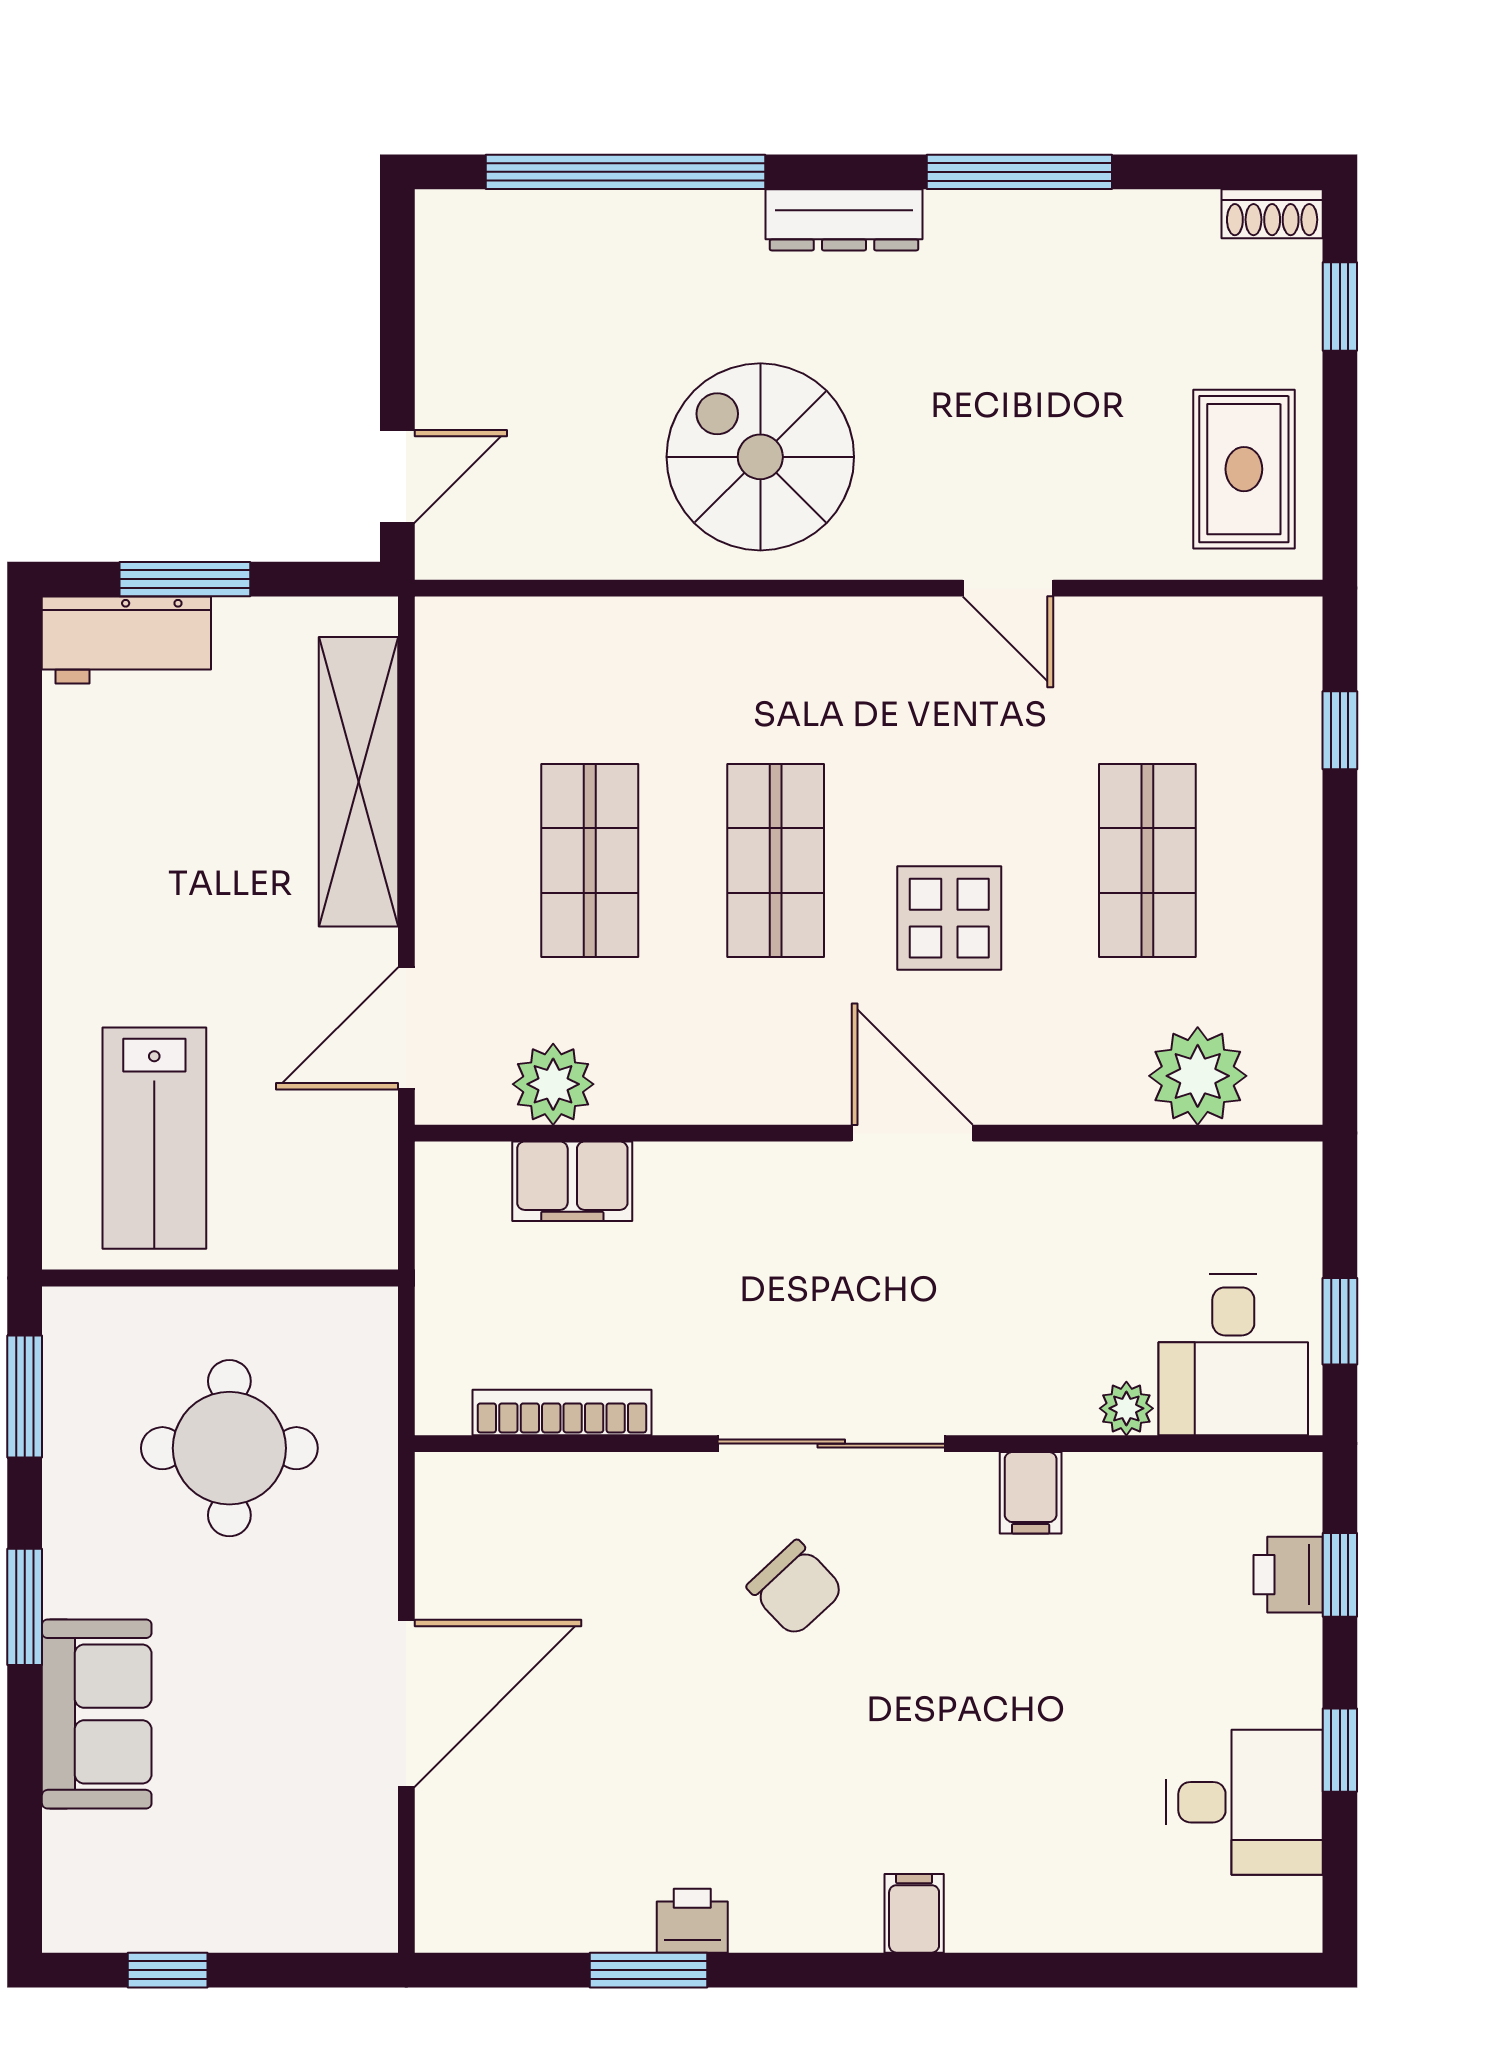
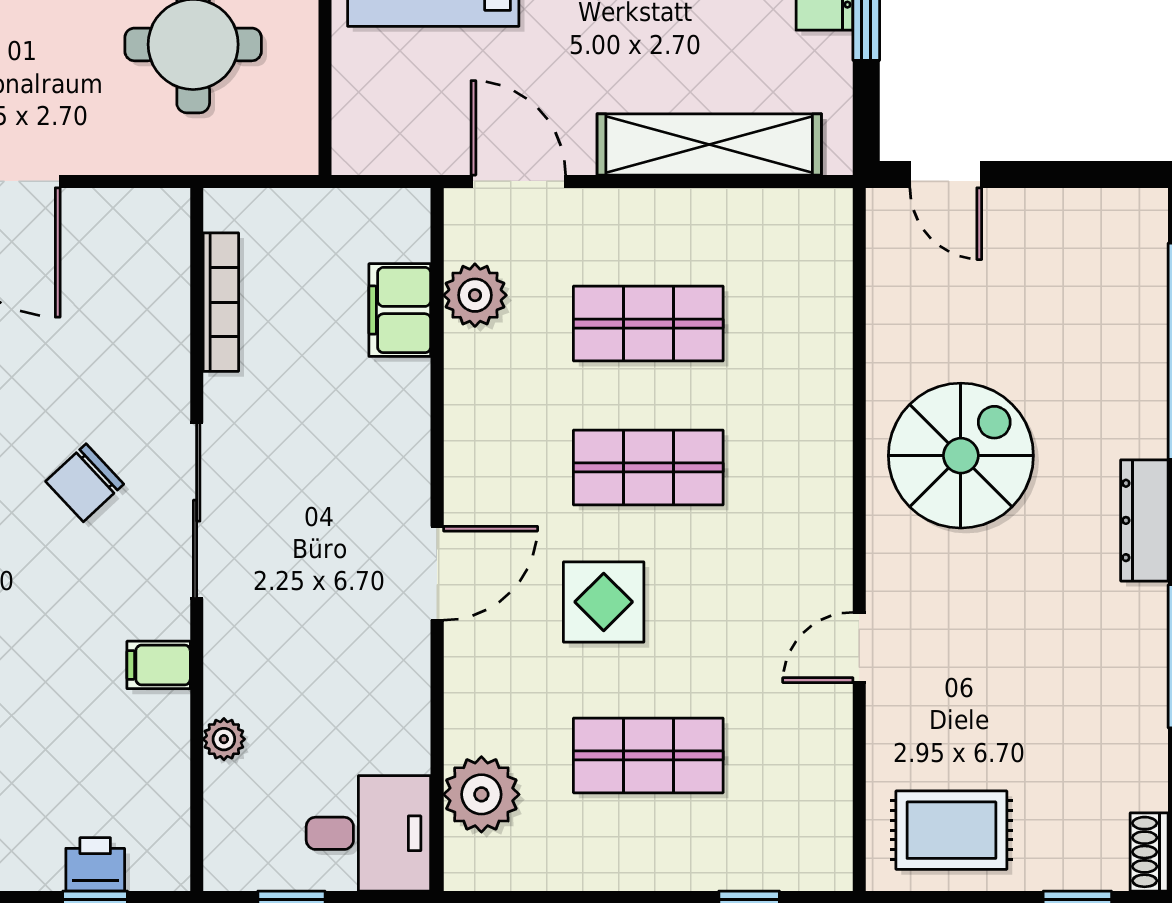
desk: (1233, 1355) -> (368, 833), moved, turned 180

